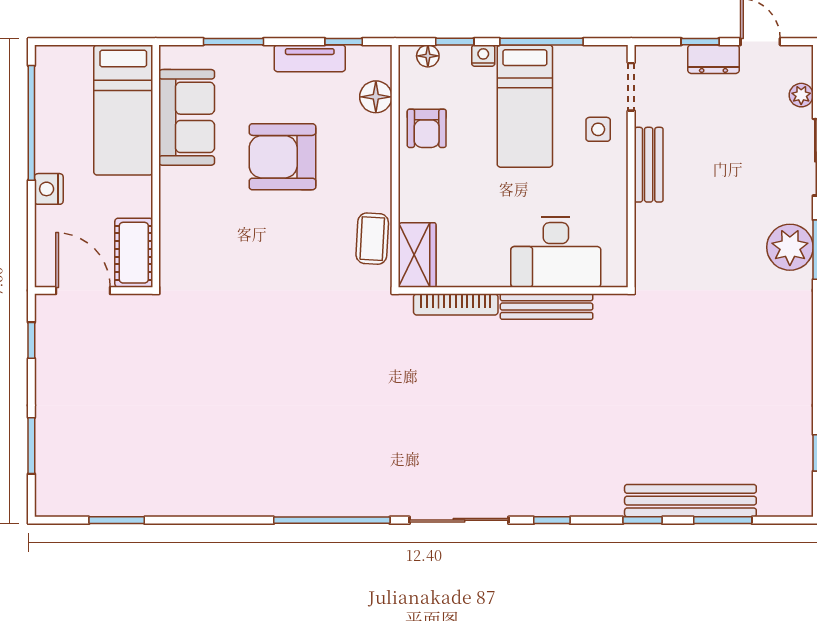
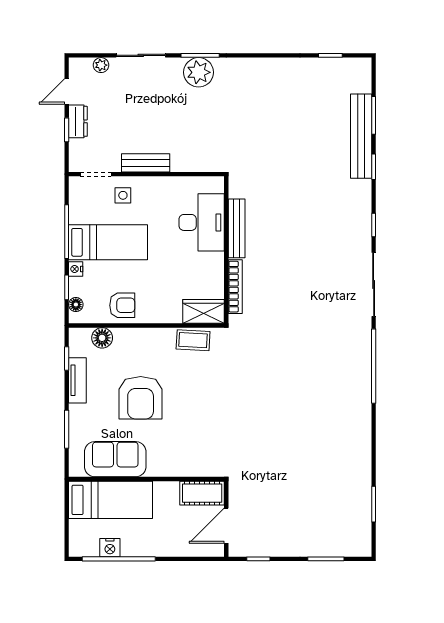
nightstand: (49, 189) -> (110, 548), moved

